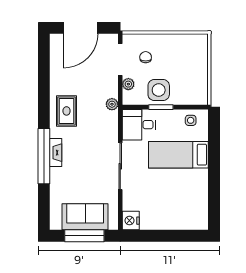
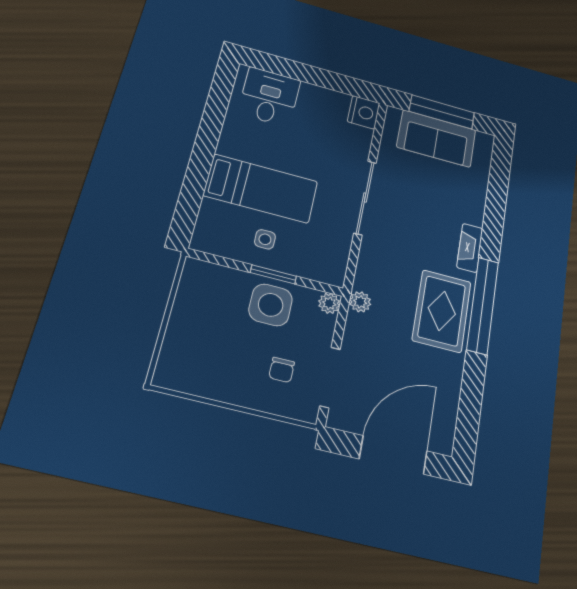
plant: (128, 84) -> (329, 303), moved
rug: (67, 111) -> (442, 311), width x1.36, depth x1.43
side table: (191, 120) -> (265, 239), moved
desk: (139, 125) -> (269, 97), moved, turned -90
window: (44, 156) -> (483, 305), moved

